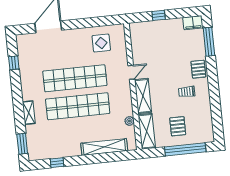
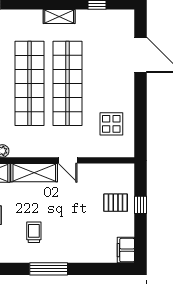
window: (209, 42) -> (49, 269), moved
pallet: (198, 69) -> (116, 203), moved
shelving: (29, 113) -> (59, 17), moved

